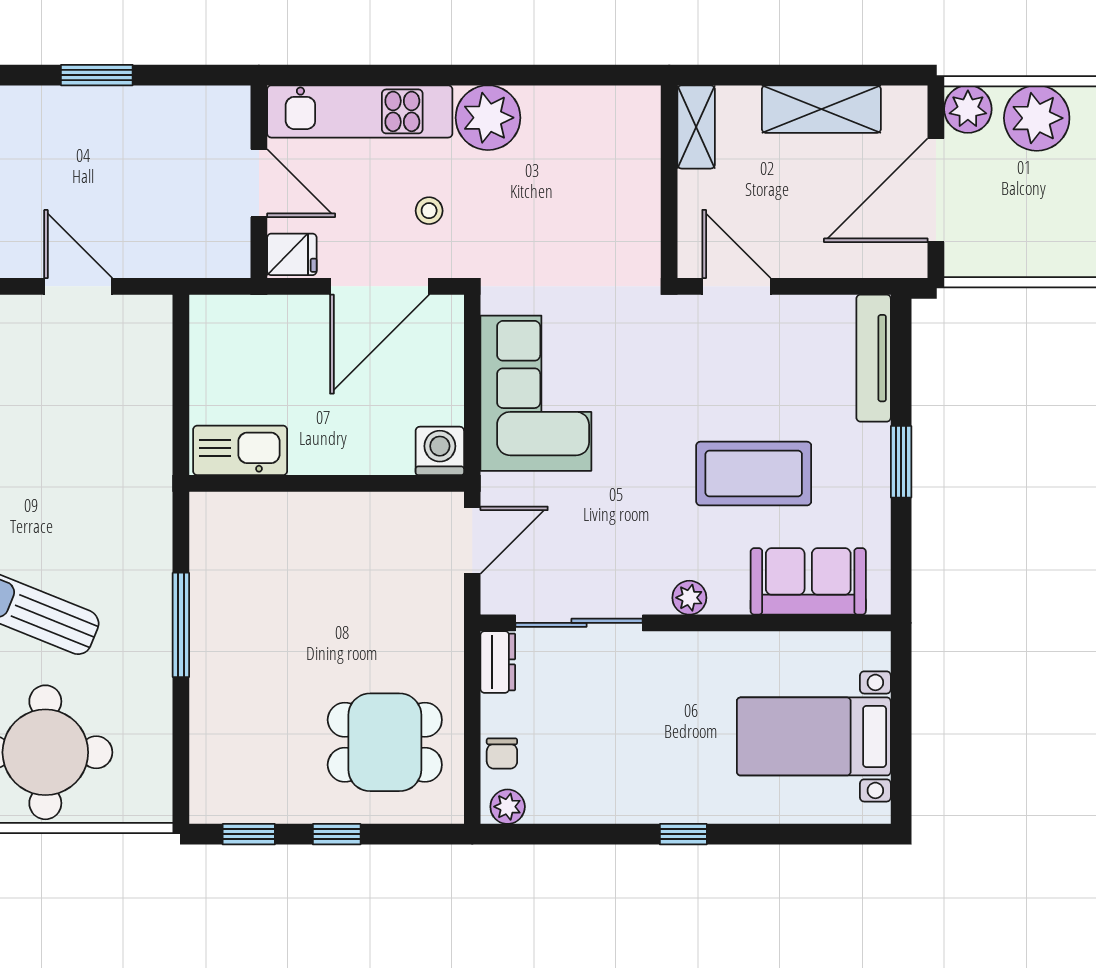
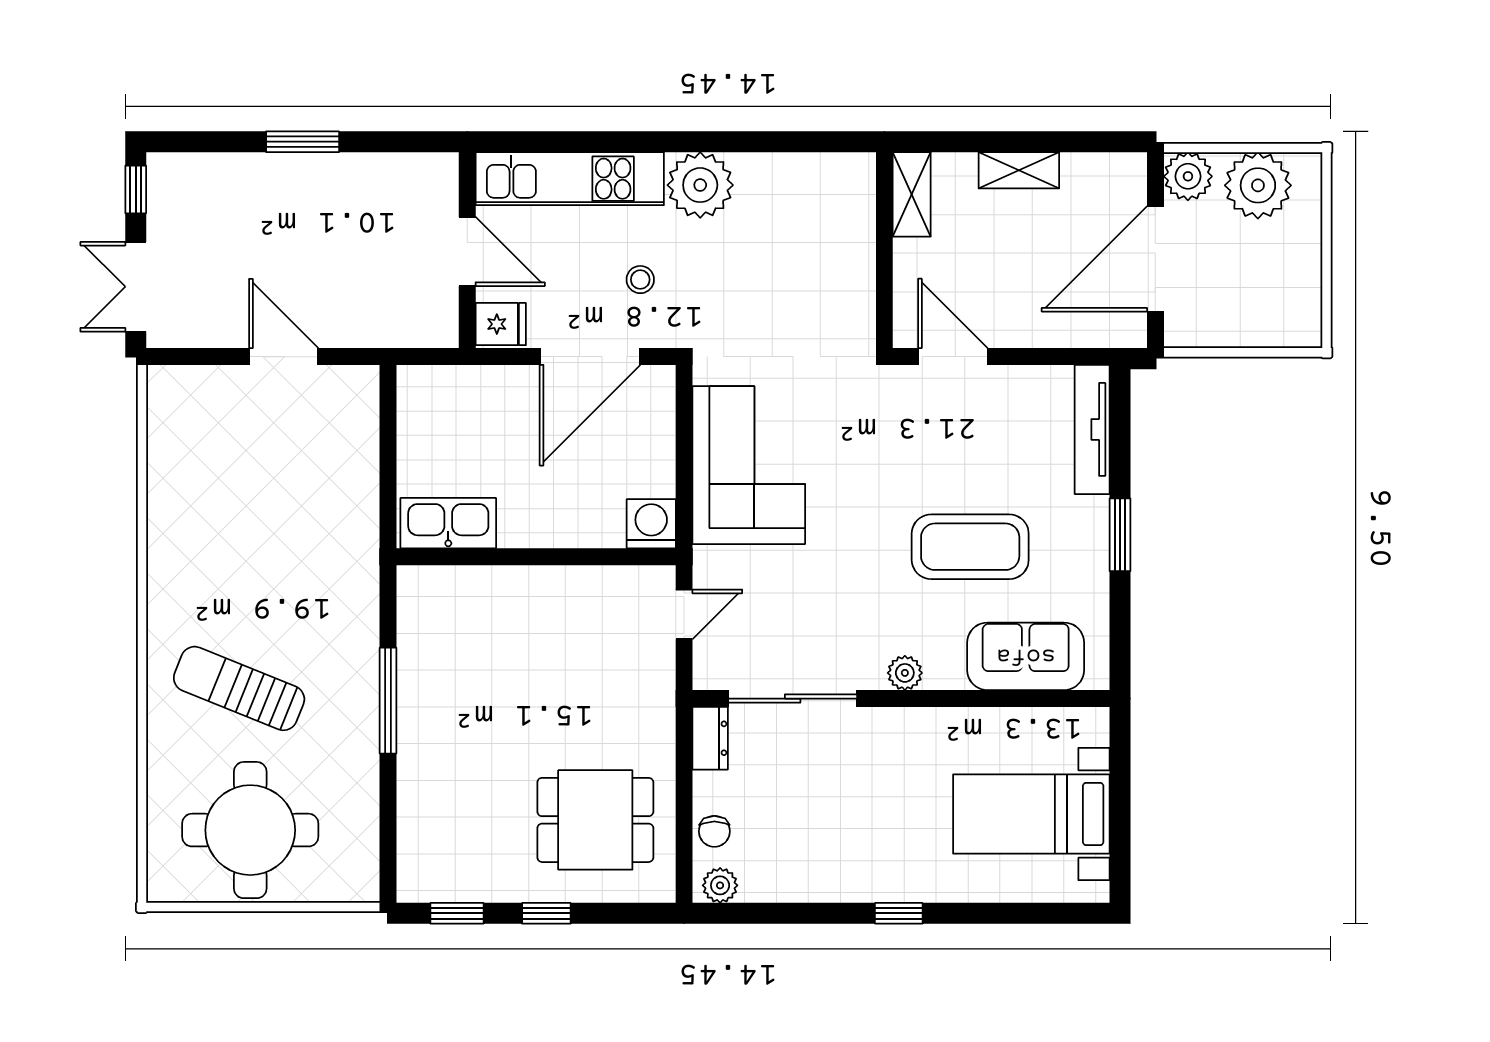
shelving: (821, 109) -> (1019, 170), width x0.67, depth x0.75
door: (472, 540) -> (684, 614), width x0.73

